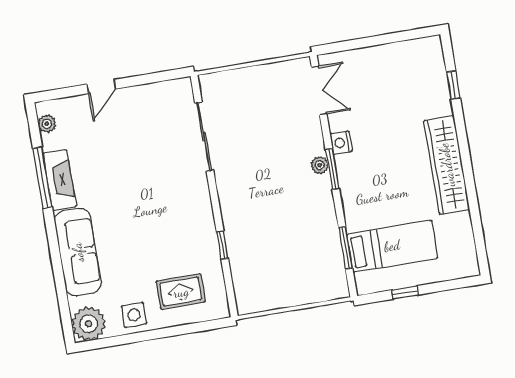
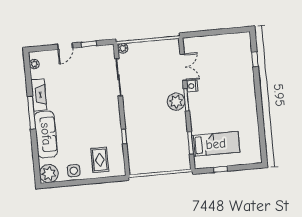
window: (145, 79) -> (89, 44), added
plant: (208, 83) -> (123, 48), added
double door: (319, 90) -> (183, 67), moved
plant: (320, 165) -> (176, 102), width x1.87, depth x1.87
wardrobe: (447, 165) -> (248, 102), removed
window: (42, 178) -> (32, 113), moved
rug: (181, 292) -> (100, 160), turned 90

